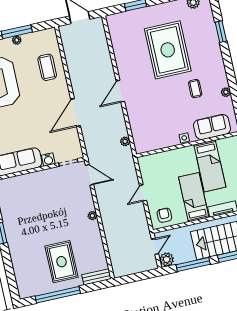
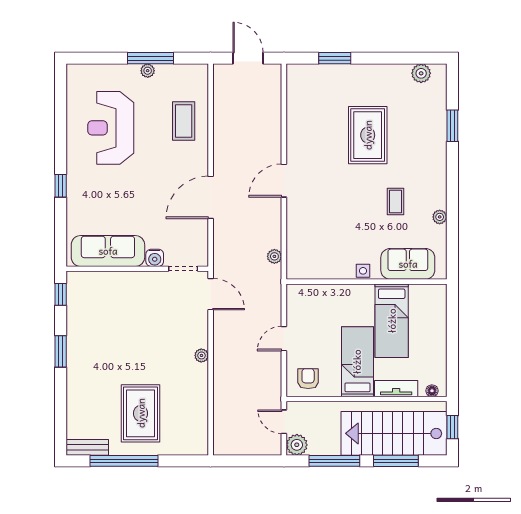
rug: (168, 50) -> (368, 135), width x0.73, depth x0.69
door: (155, 246) -> (284, 422), swing flipped
bench: (96, 277) -> (87, 447), moved

